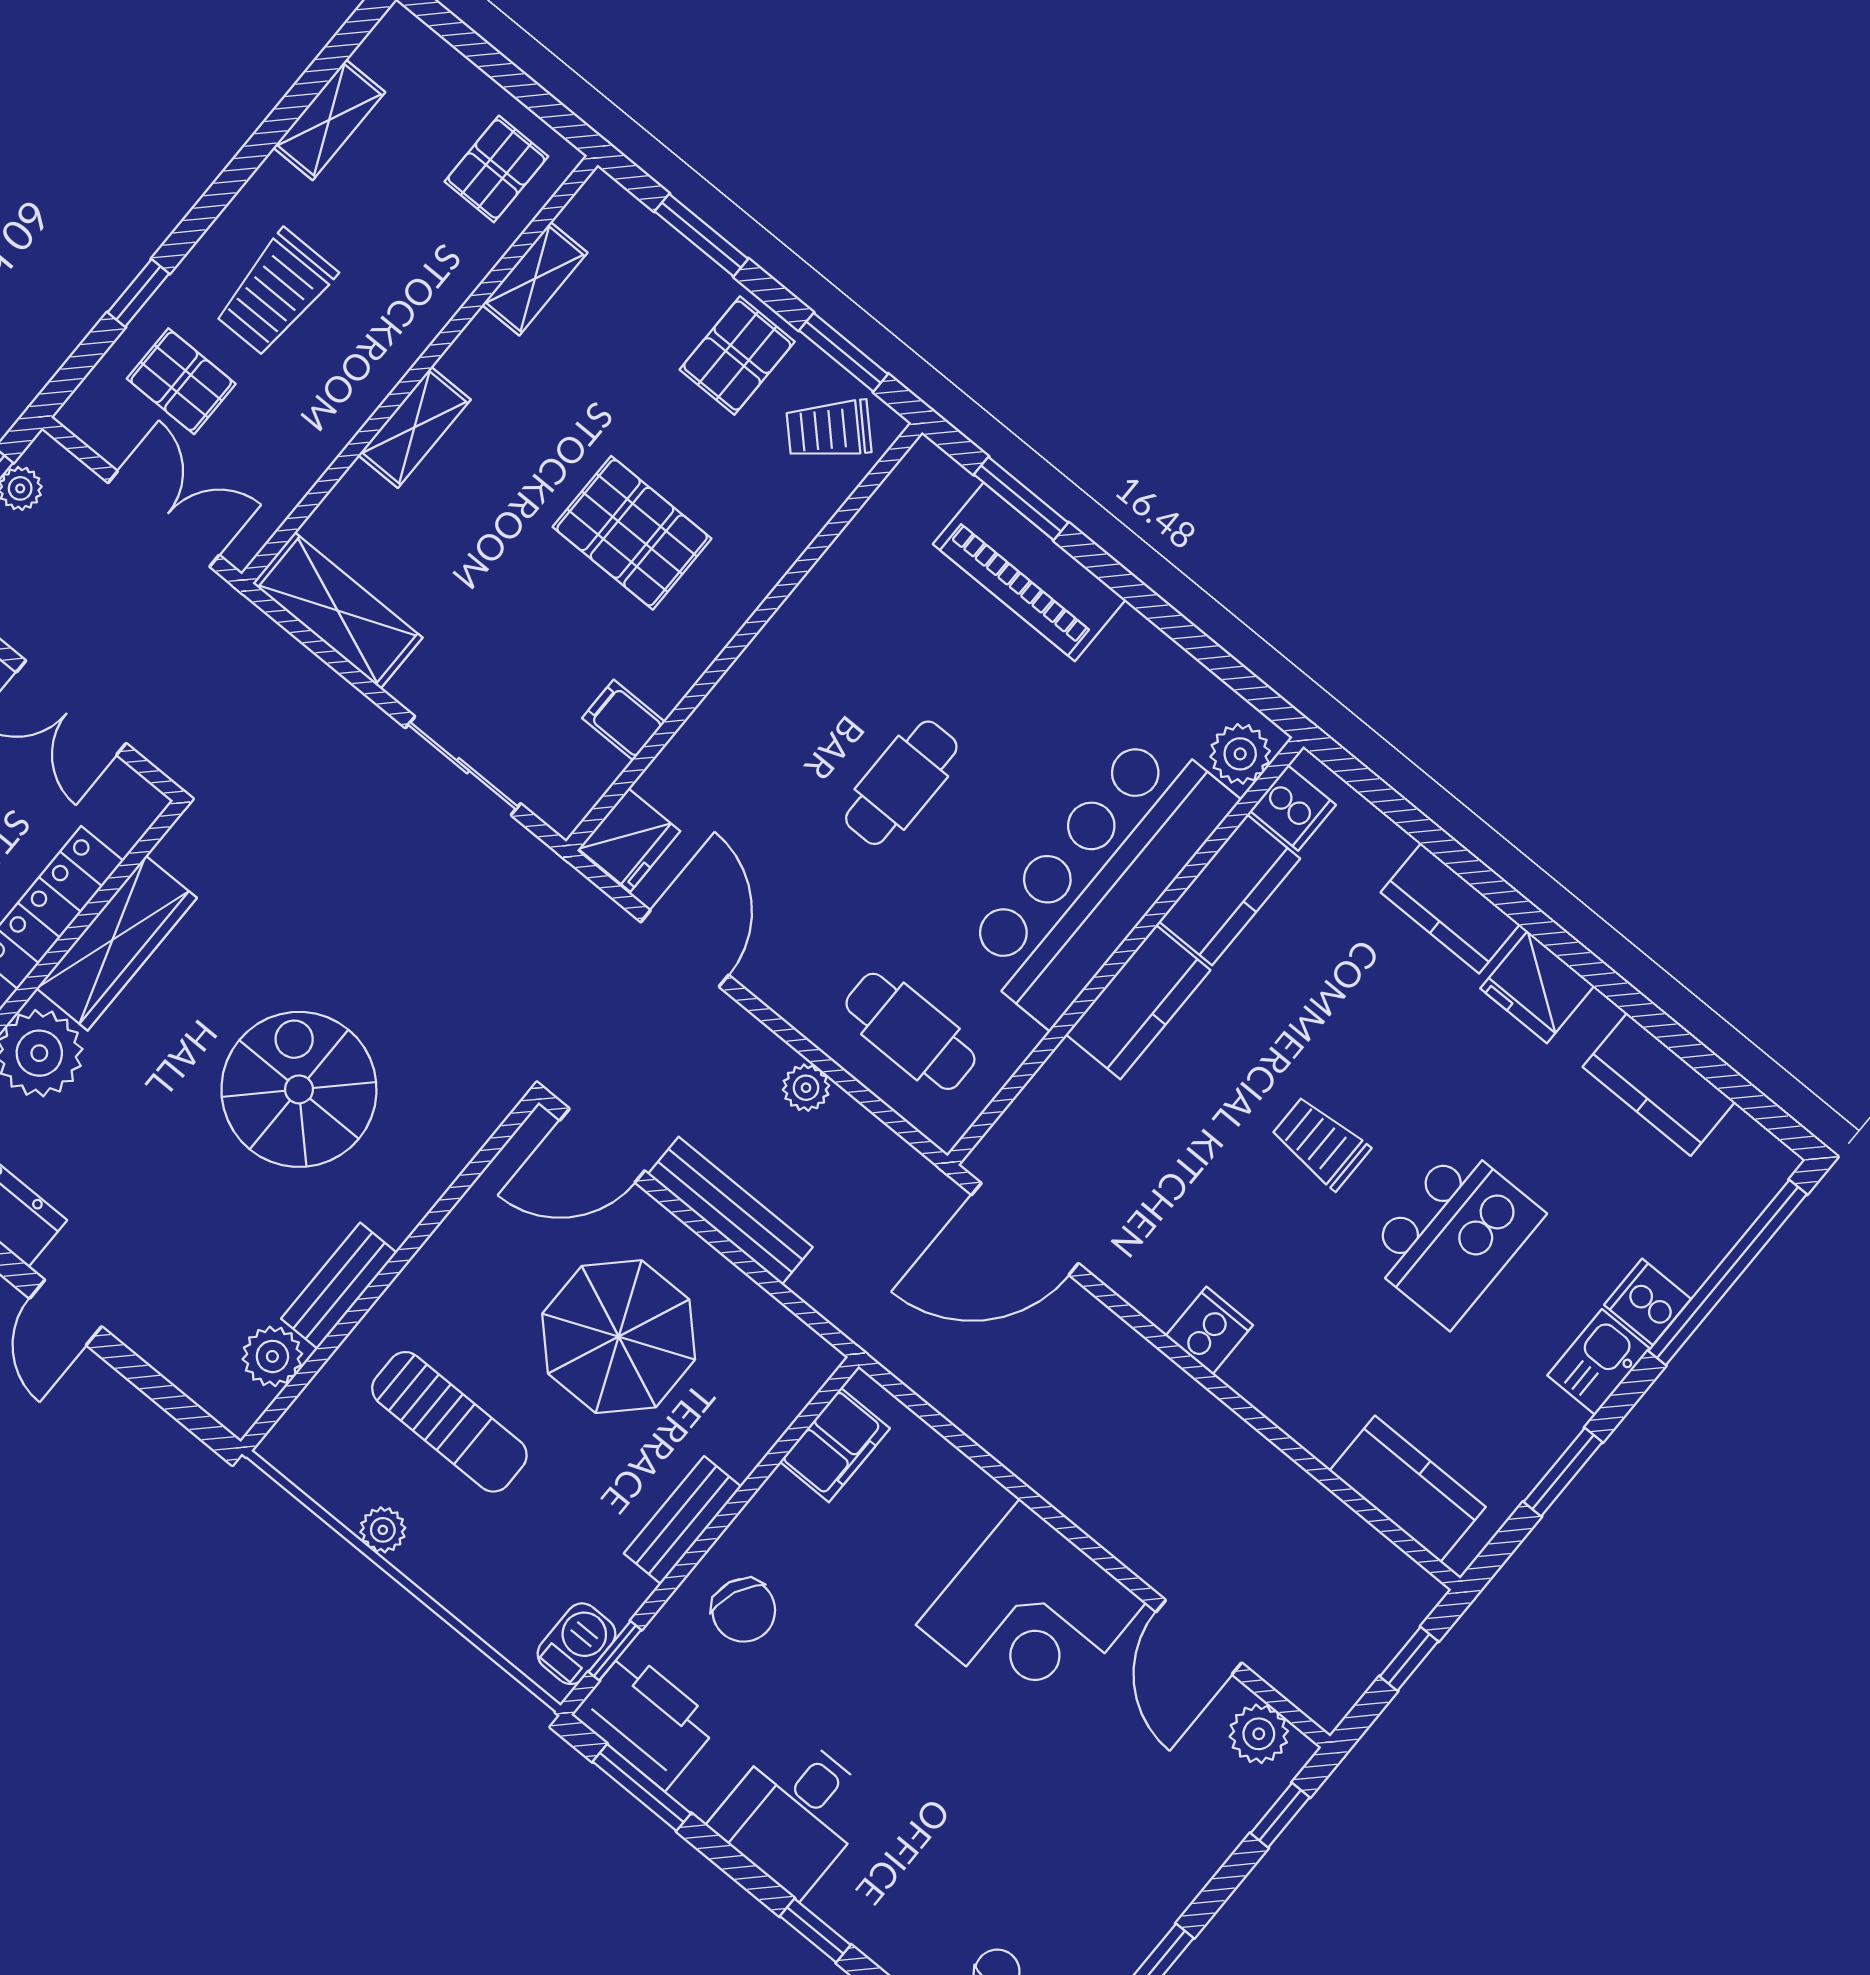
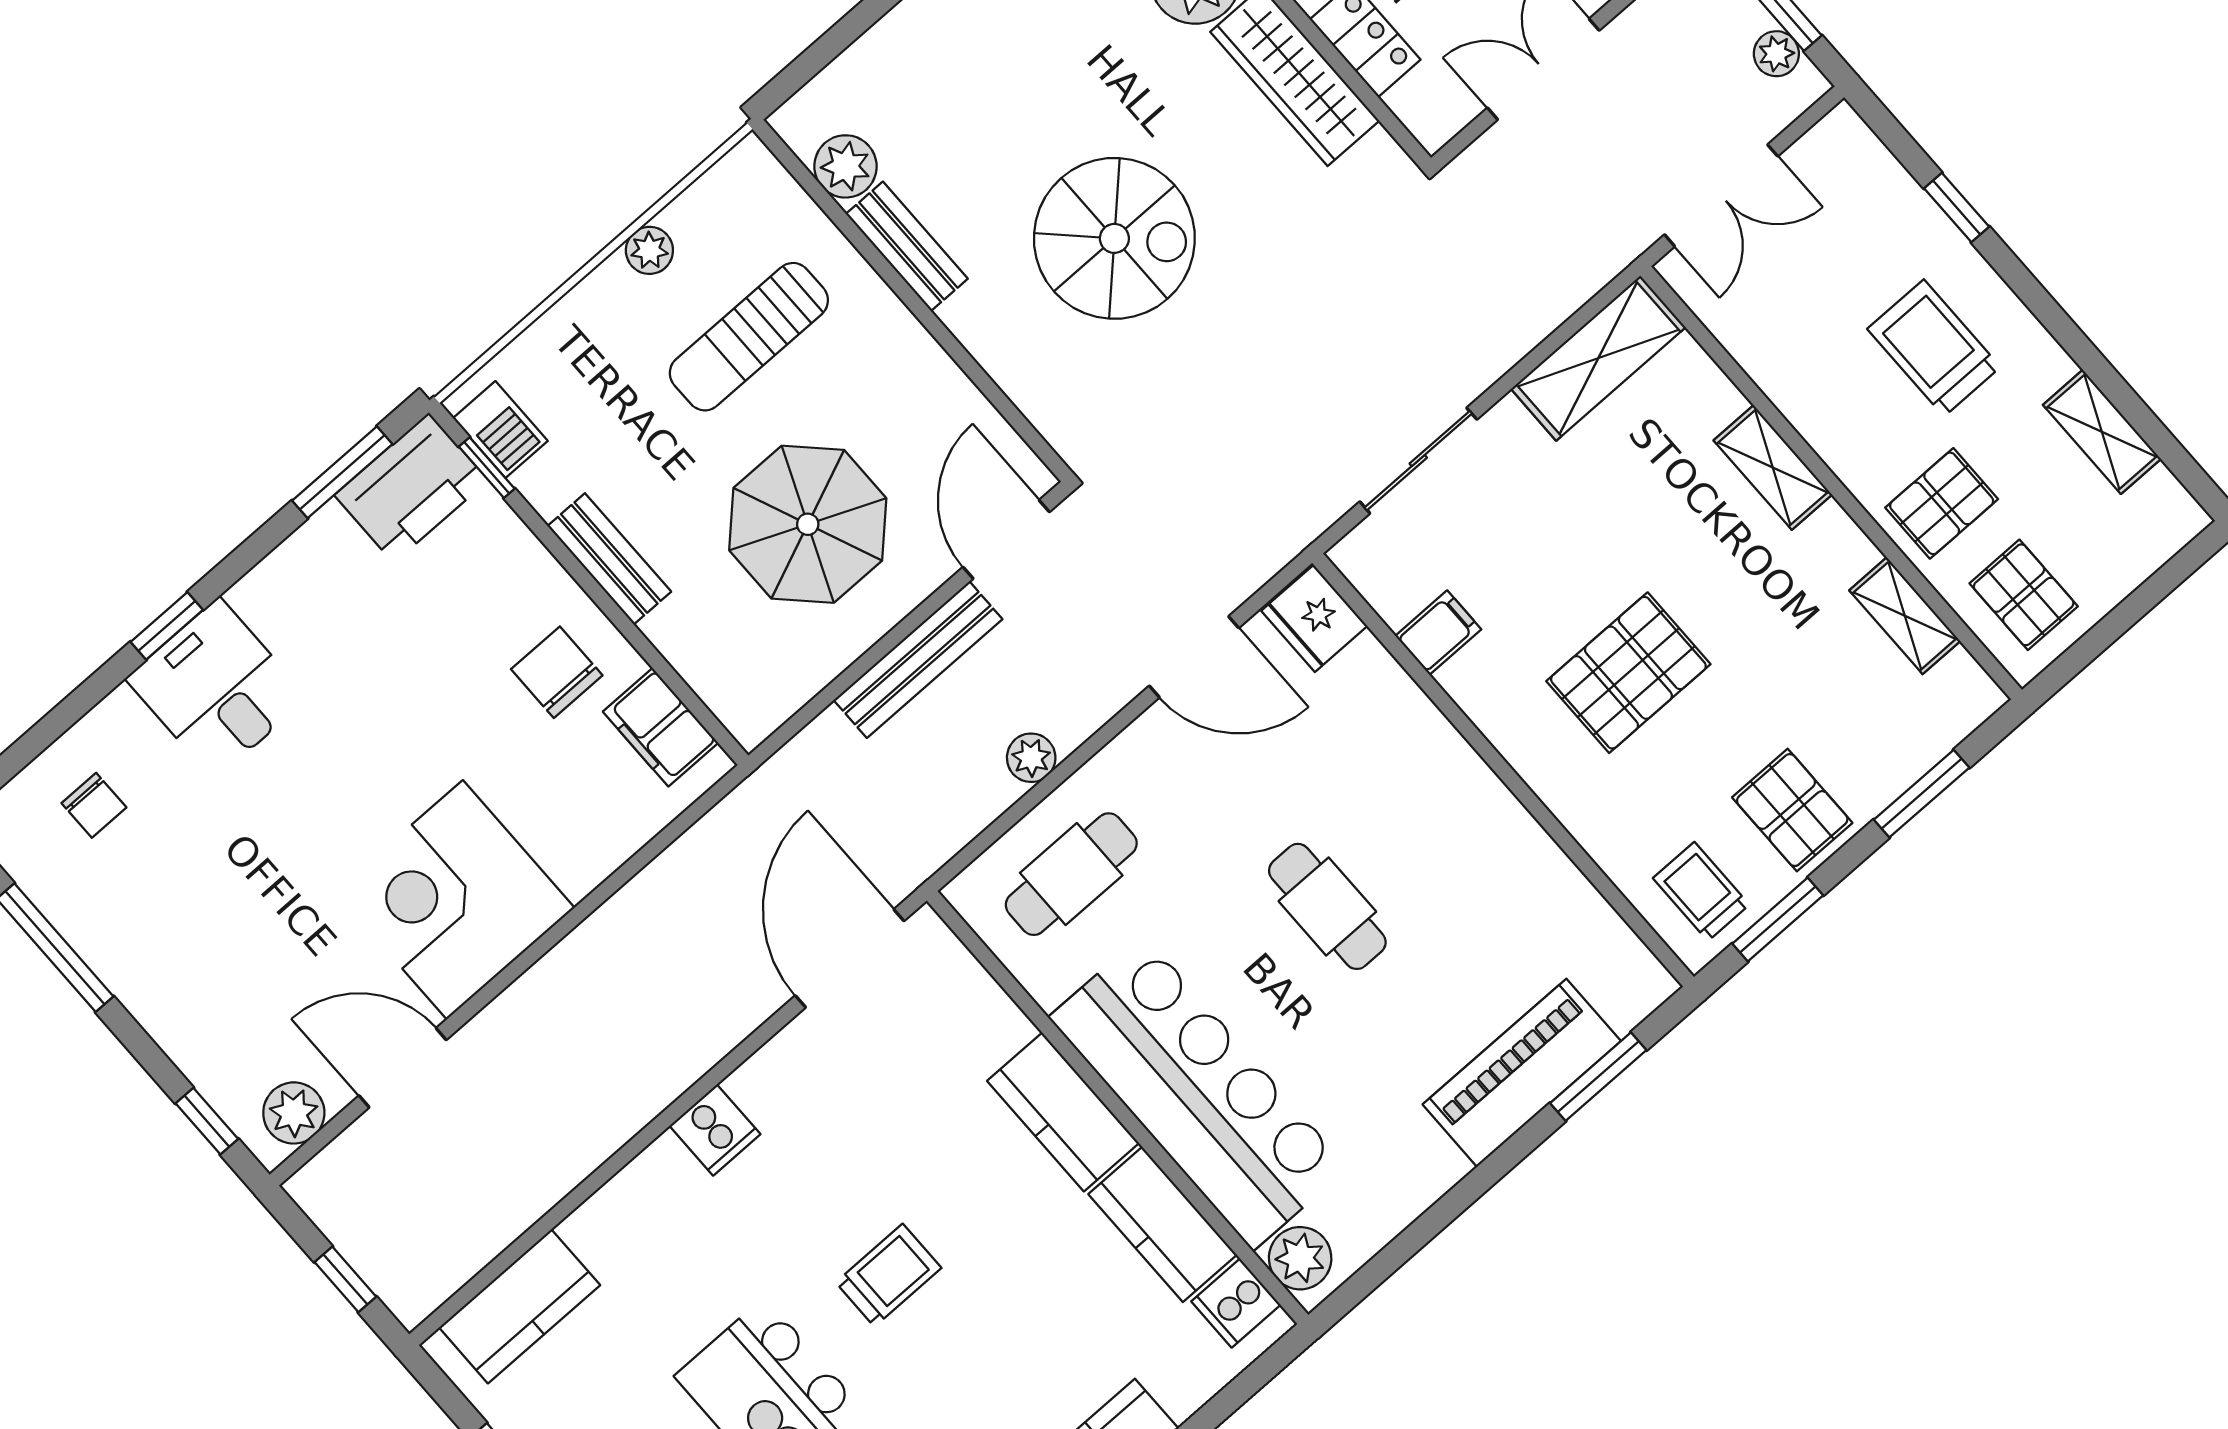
pallet: (181, 381) -> (1942, 503), moved
trolley: (829, 430) -> (1701, 891), turned -45
chair: (744, 1610) -> (557, 672), moved, turned 67
desk: (794, 1813) -> (217, 688), moved

